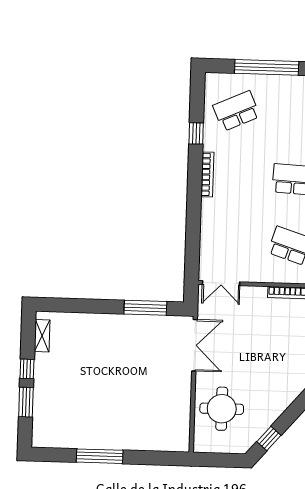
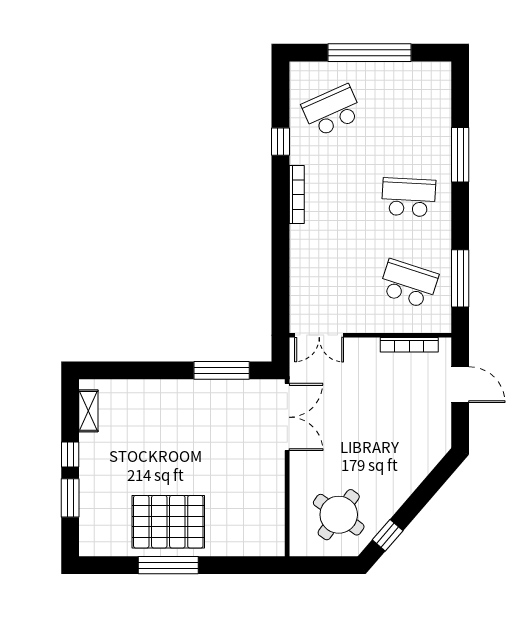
round table: (222, 409) -> (339, 515), moved, turned 36
pallet: (101, 423) -> (168, 522), added

